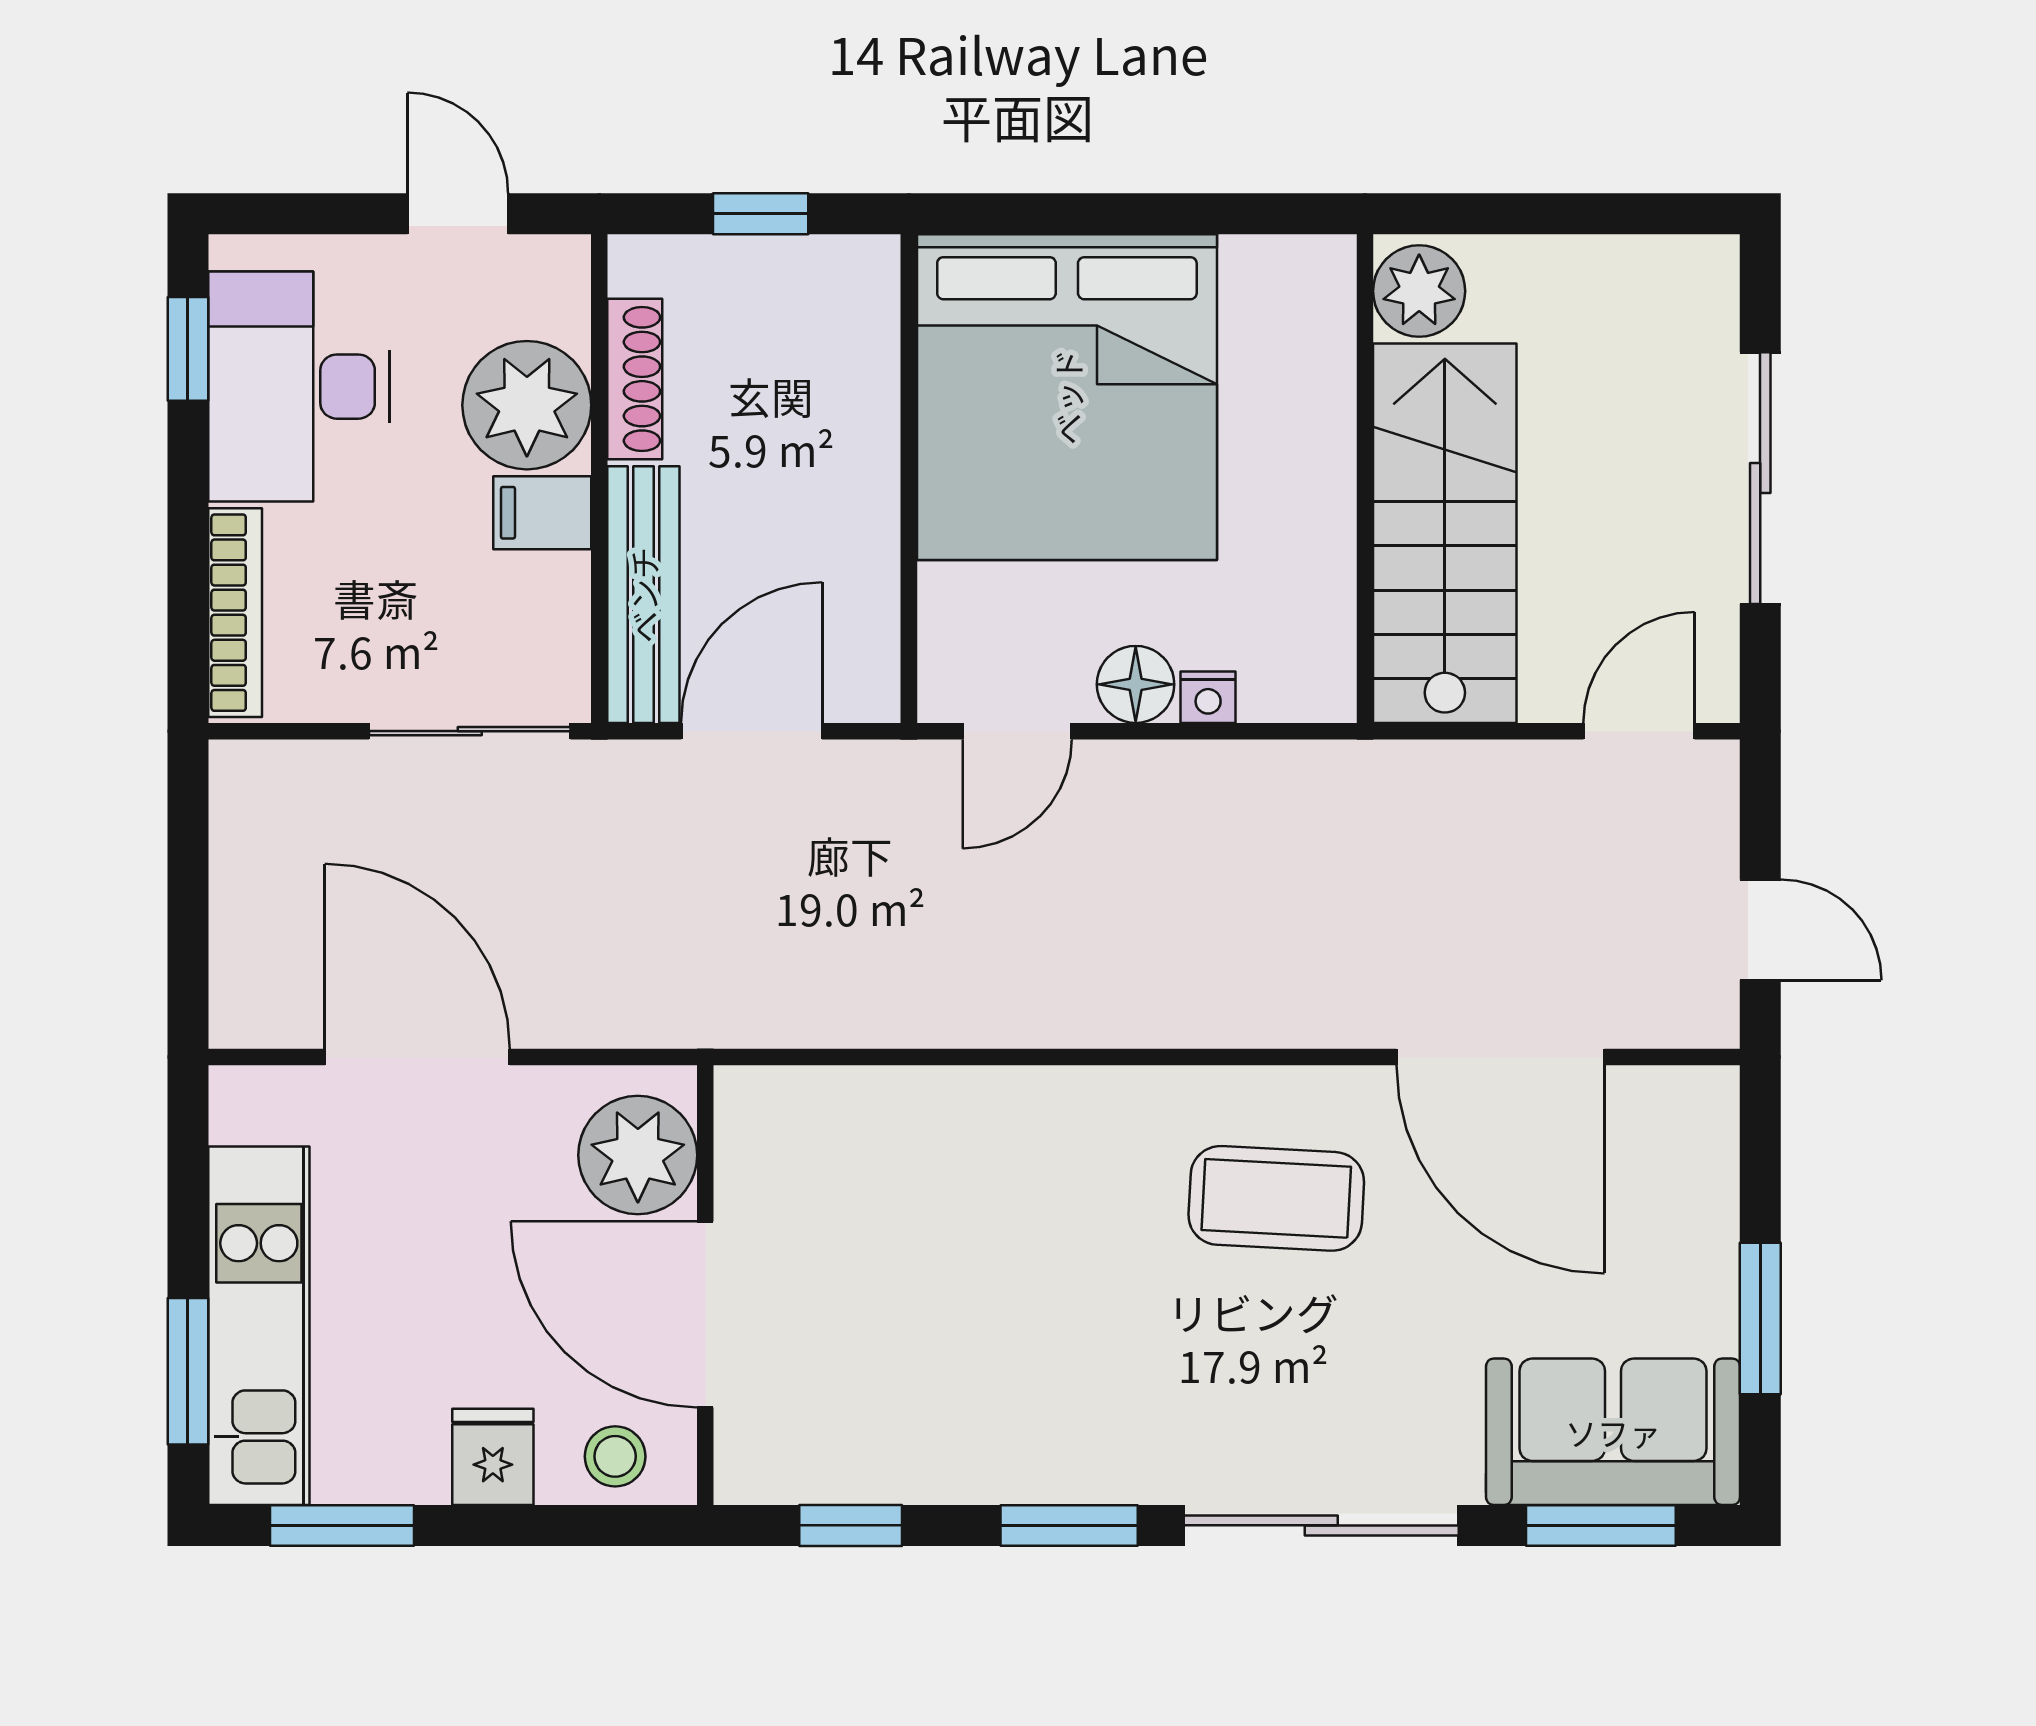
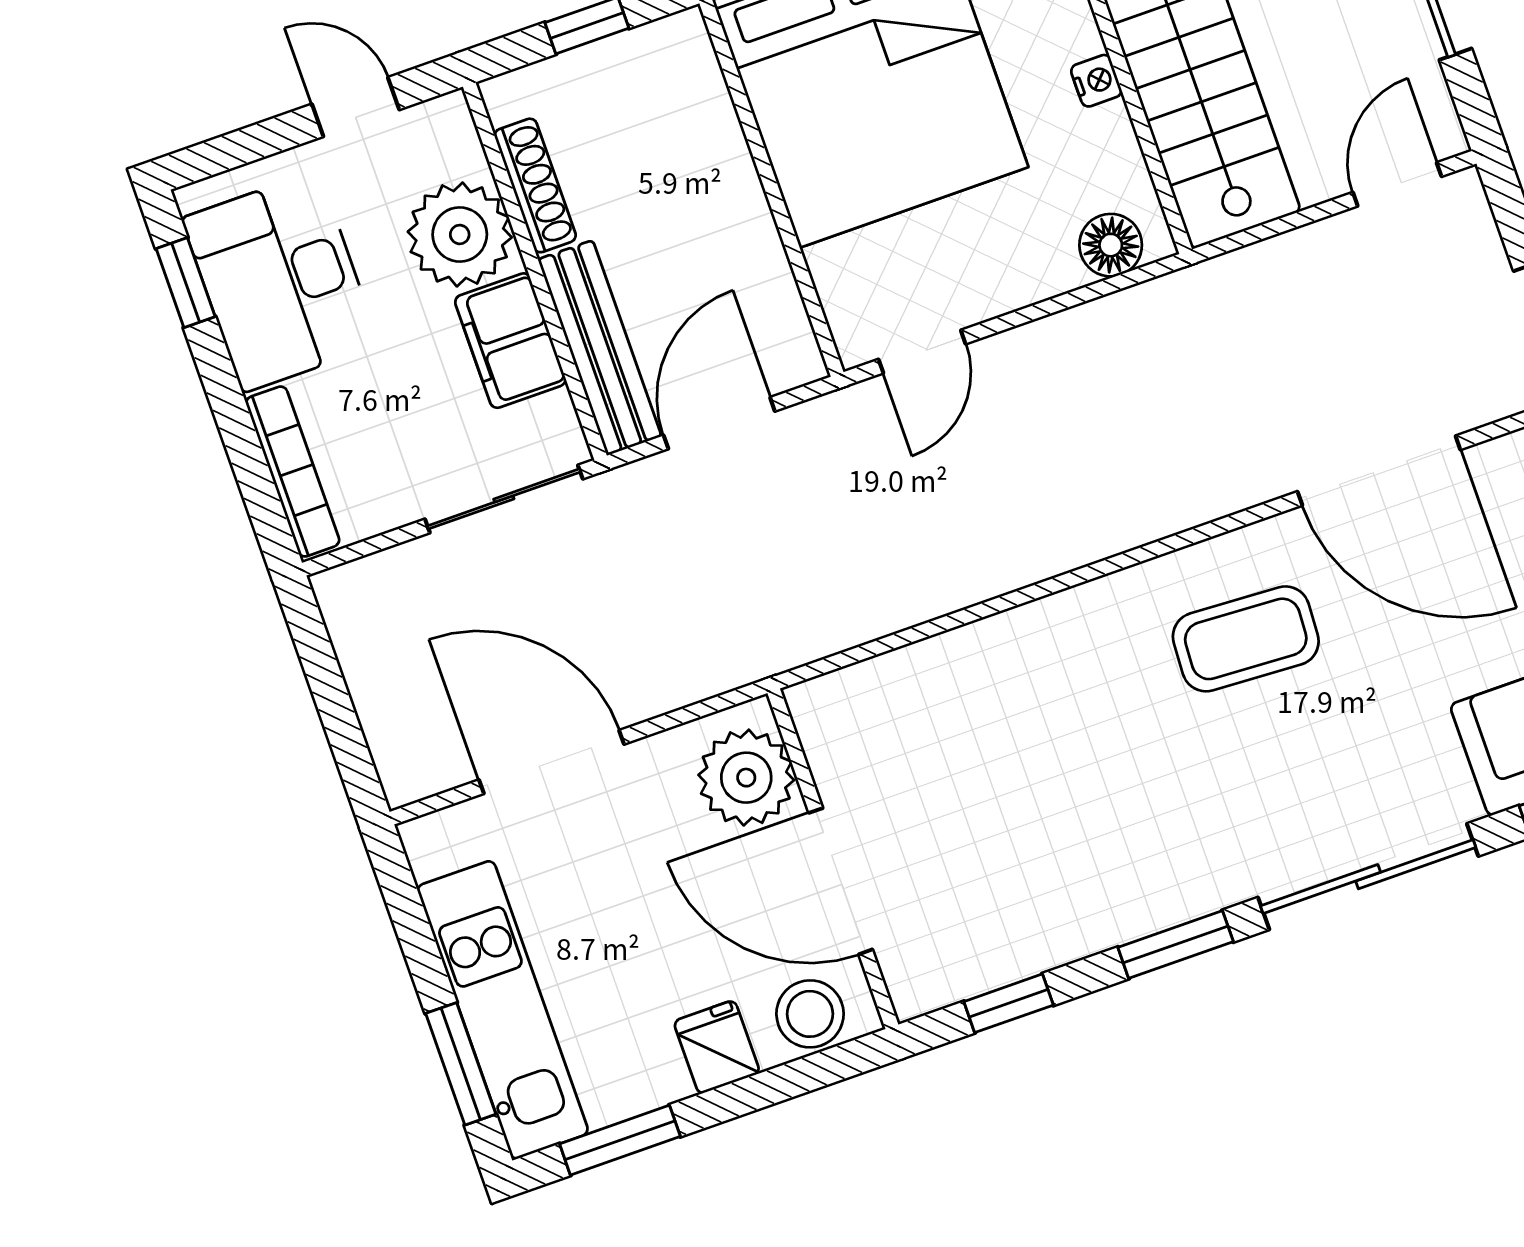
filing cabinet: (542, 513) -> (510, 341), width x2.00
floor lamp: (1136, 684) -> (1111, 245), moved
nightstand: (1208, 697) -> (1096, 81), moved, turned -90
stool: (615, 1456) -> (810, 1014), width x1.37, depth x1.37

